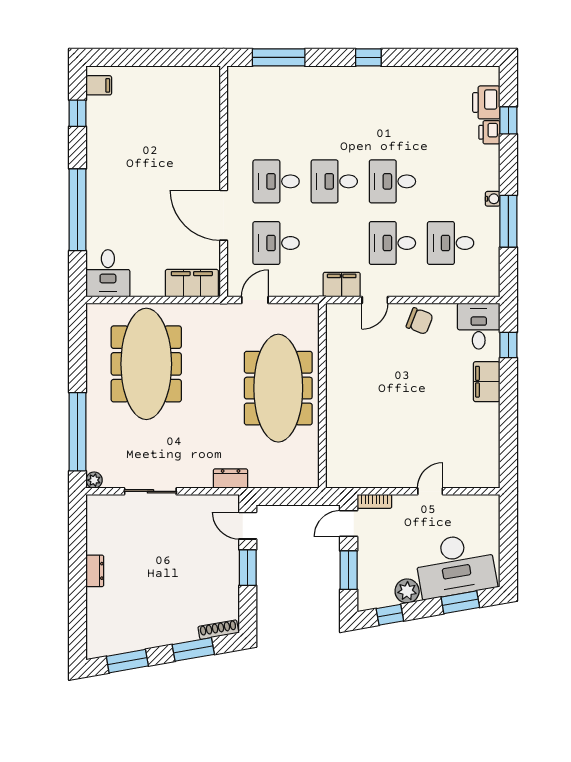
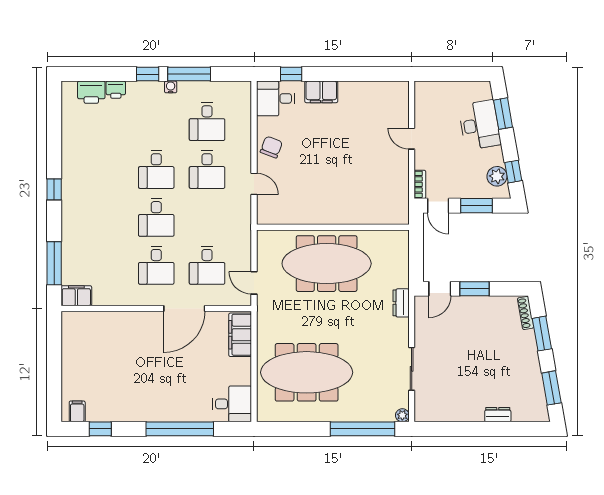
window: (508, 120) -> (148, 74), moved
filing cabinet: (342, 285) -> (76, 296), moved, turned 90
desk: (455, 566) -> (480, 125), width x0.73, depth x0.77
dresser: (95, 571) -> (498, 415), moved
plant: (407, 591) -> (497, 176), moved

